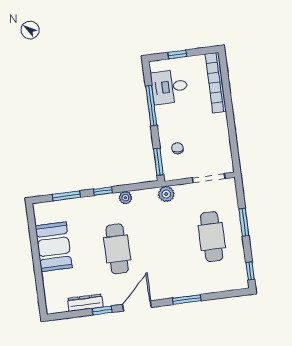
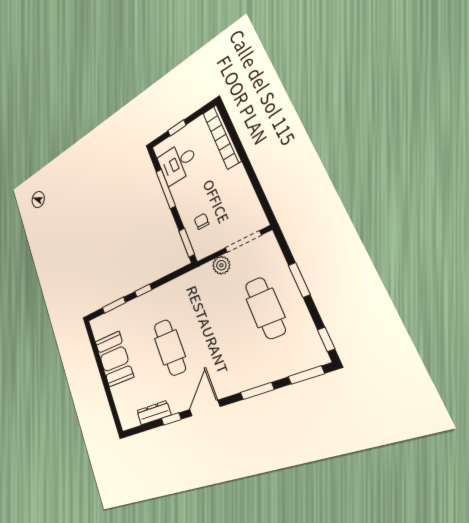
plant: (166, 194) -> (221, 265), moved
plant: (125, 198) -> (165, 291), removed
window: (228, 294) -> (306, 375), added

